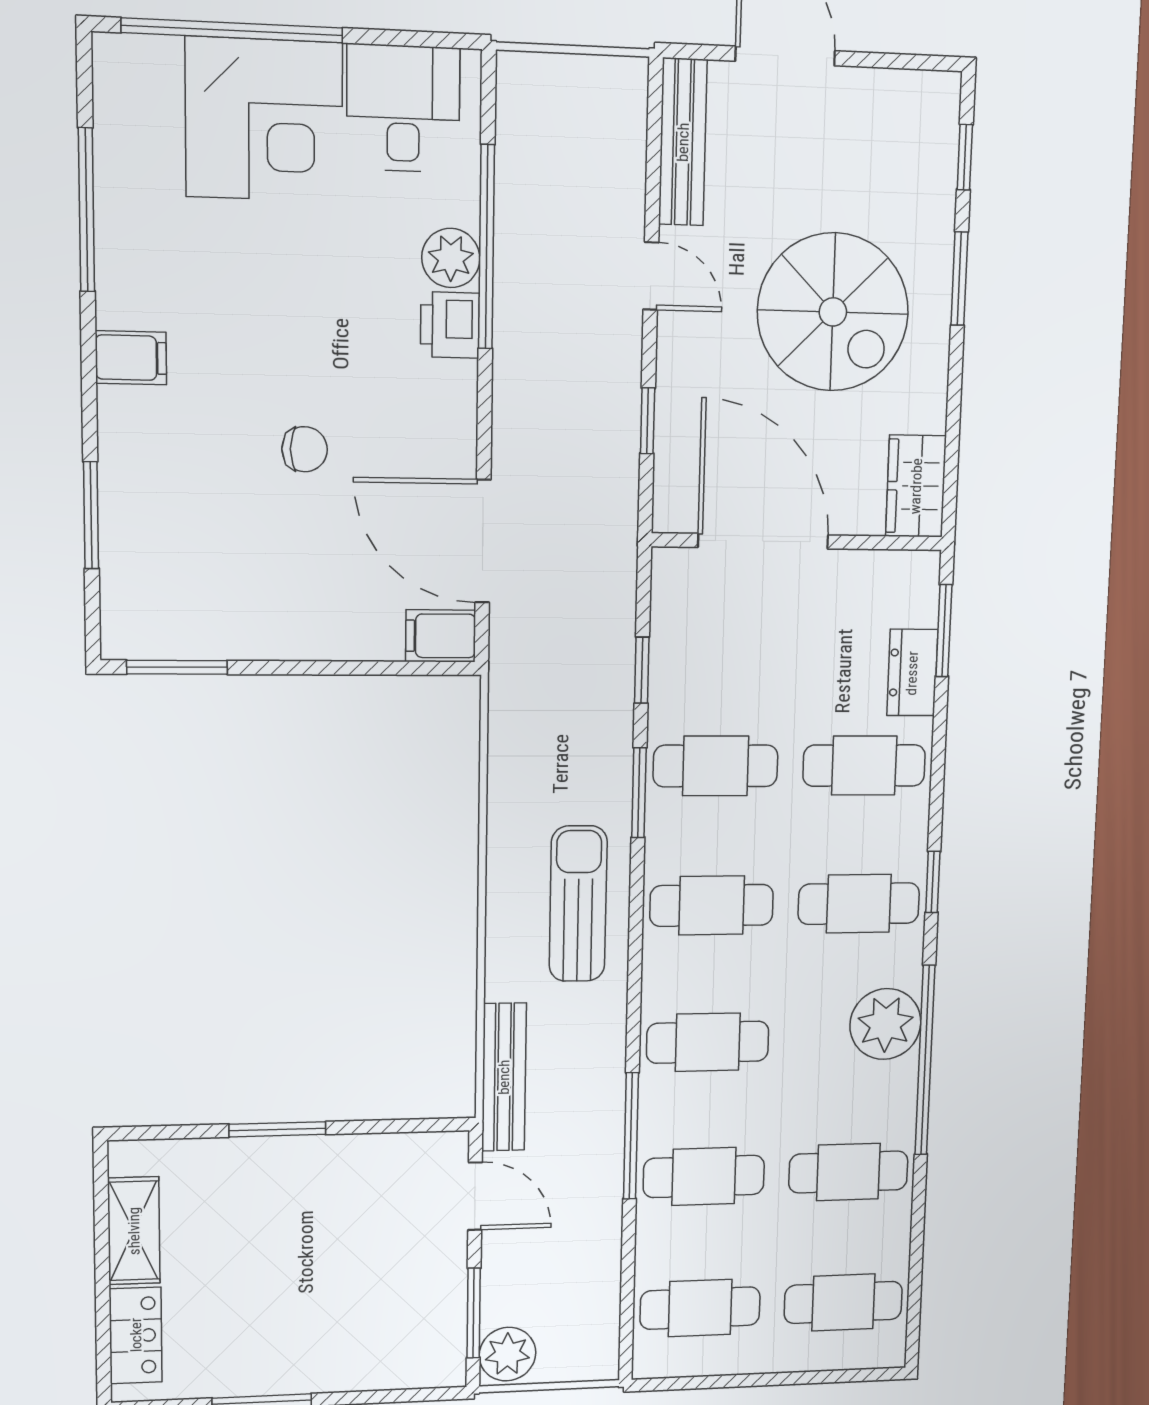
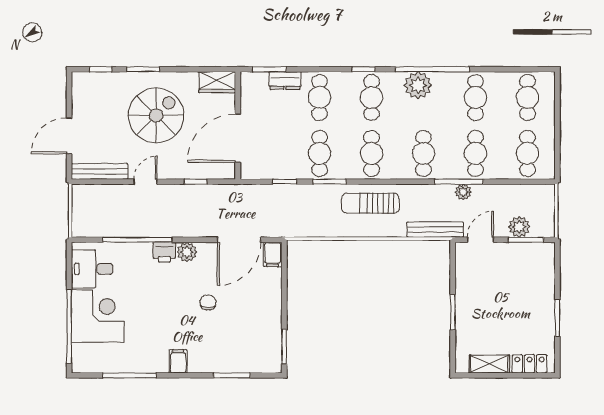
plant: (451, 258) -> (187, 252), moved
plant: (603, 1148) -> (463, 192), added
plant: (507, 1354) -> (519, 227), moved

